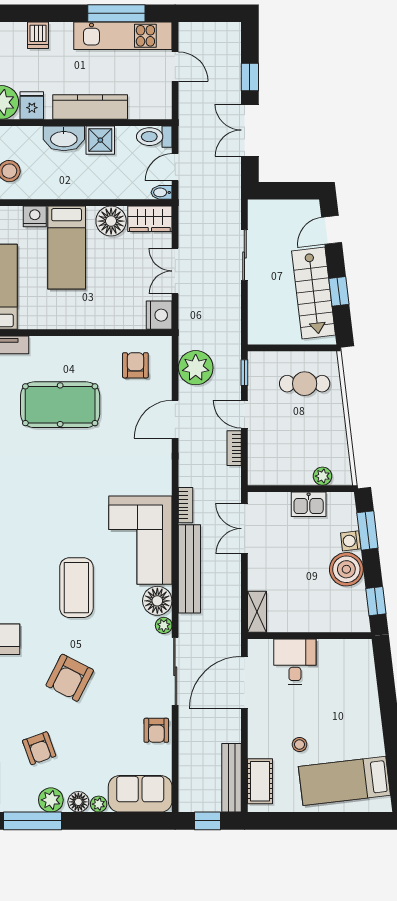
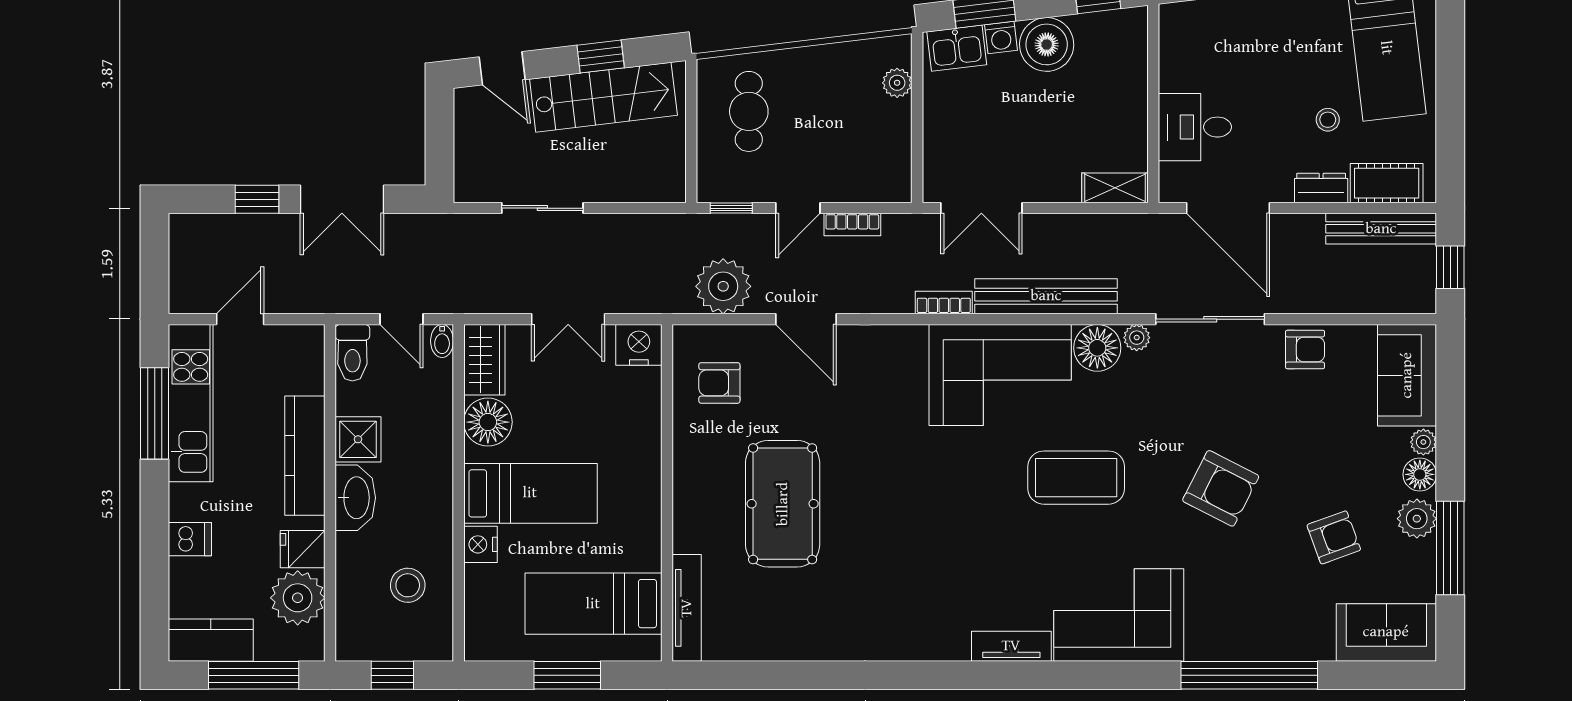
kitchen sink: (309, 504) -> (957, 48), moved, turned 83
dresser: (257, 740) -> (1321, 188), added

